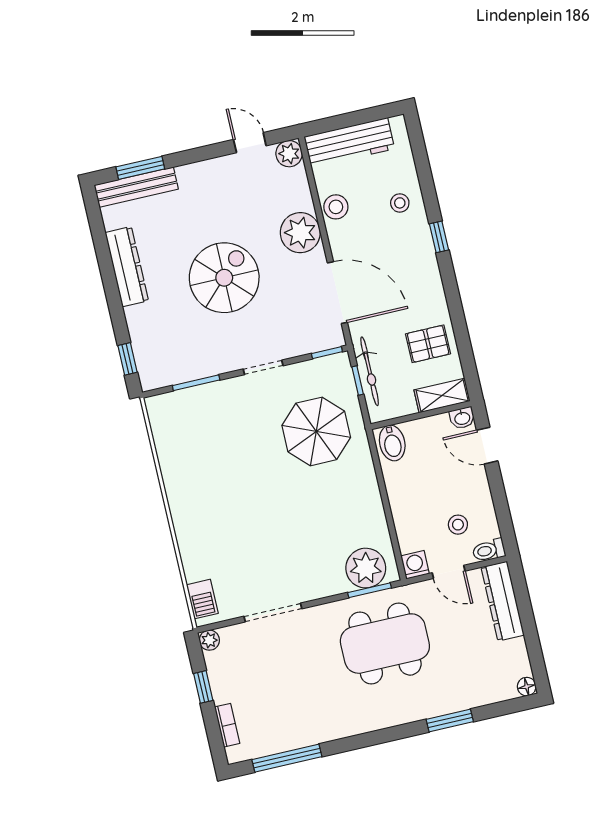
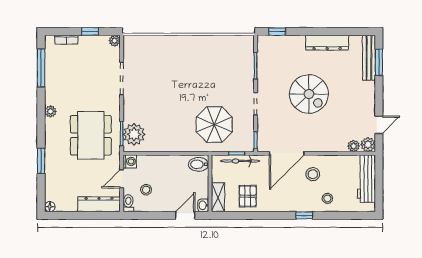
stool: (336, 207) -> (313, 174), moved
plant: (300, 233) -> (354, 146), moved, width x0.53, depth x0.53
barbecue: (202, 599) -> (138, 42), removed
plant: (359, 724) -> (50, 111), added

